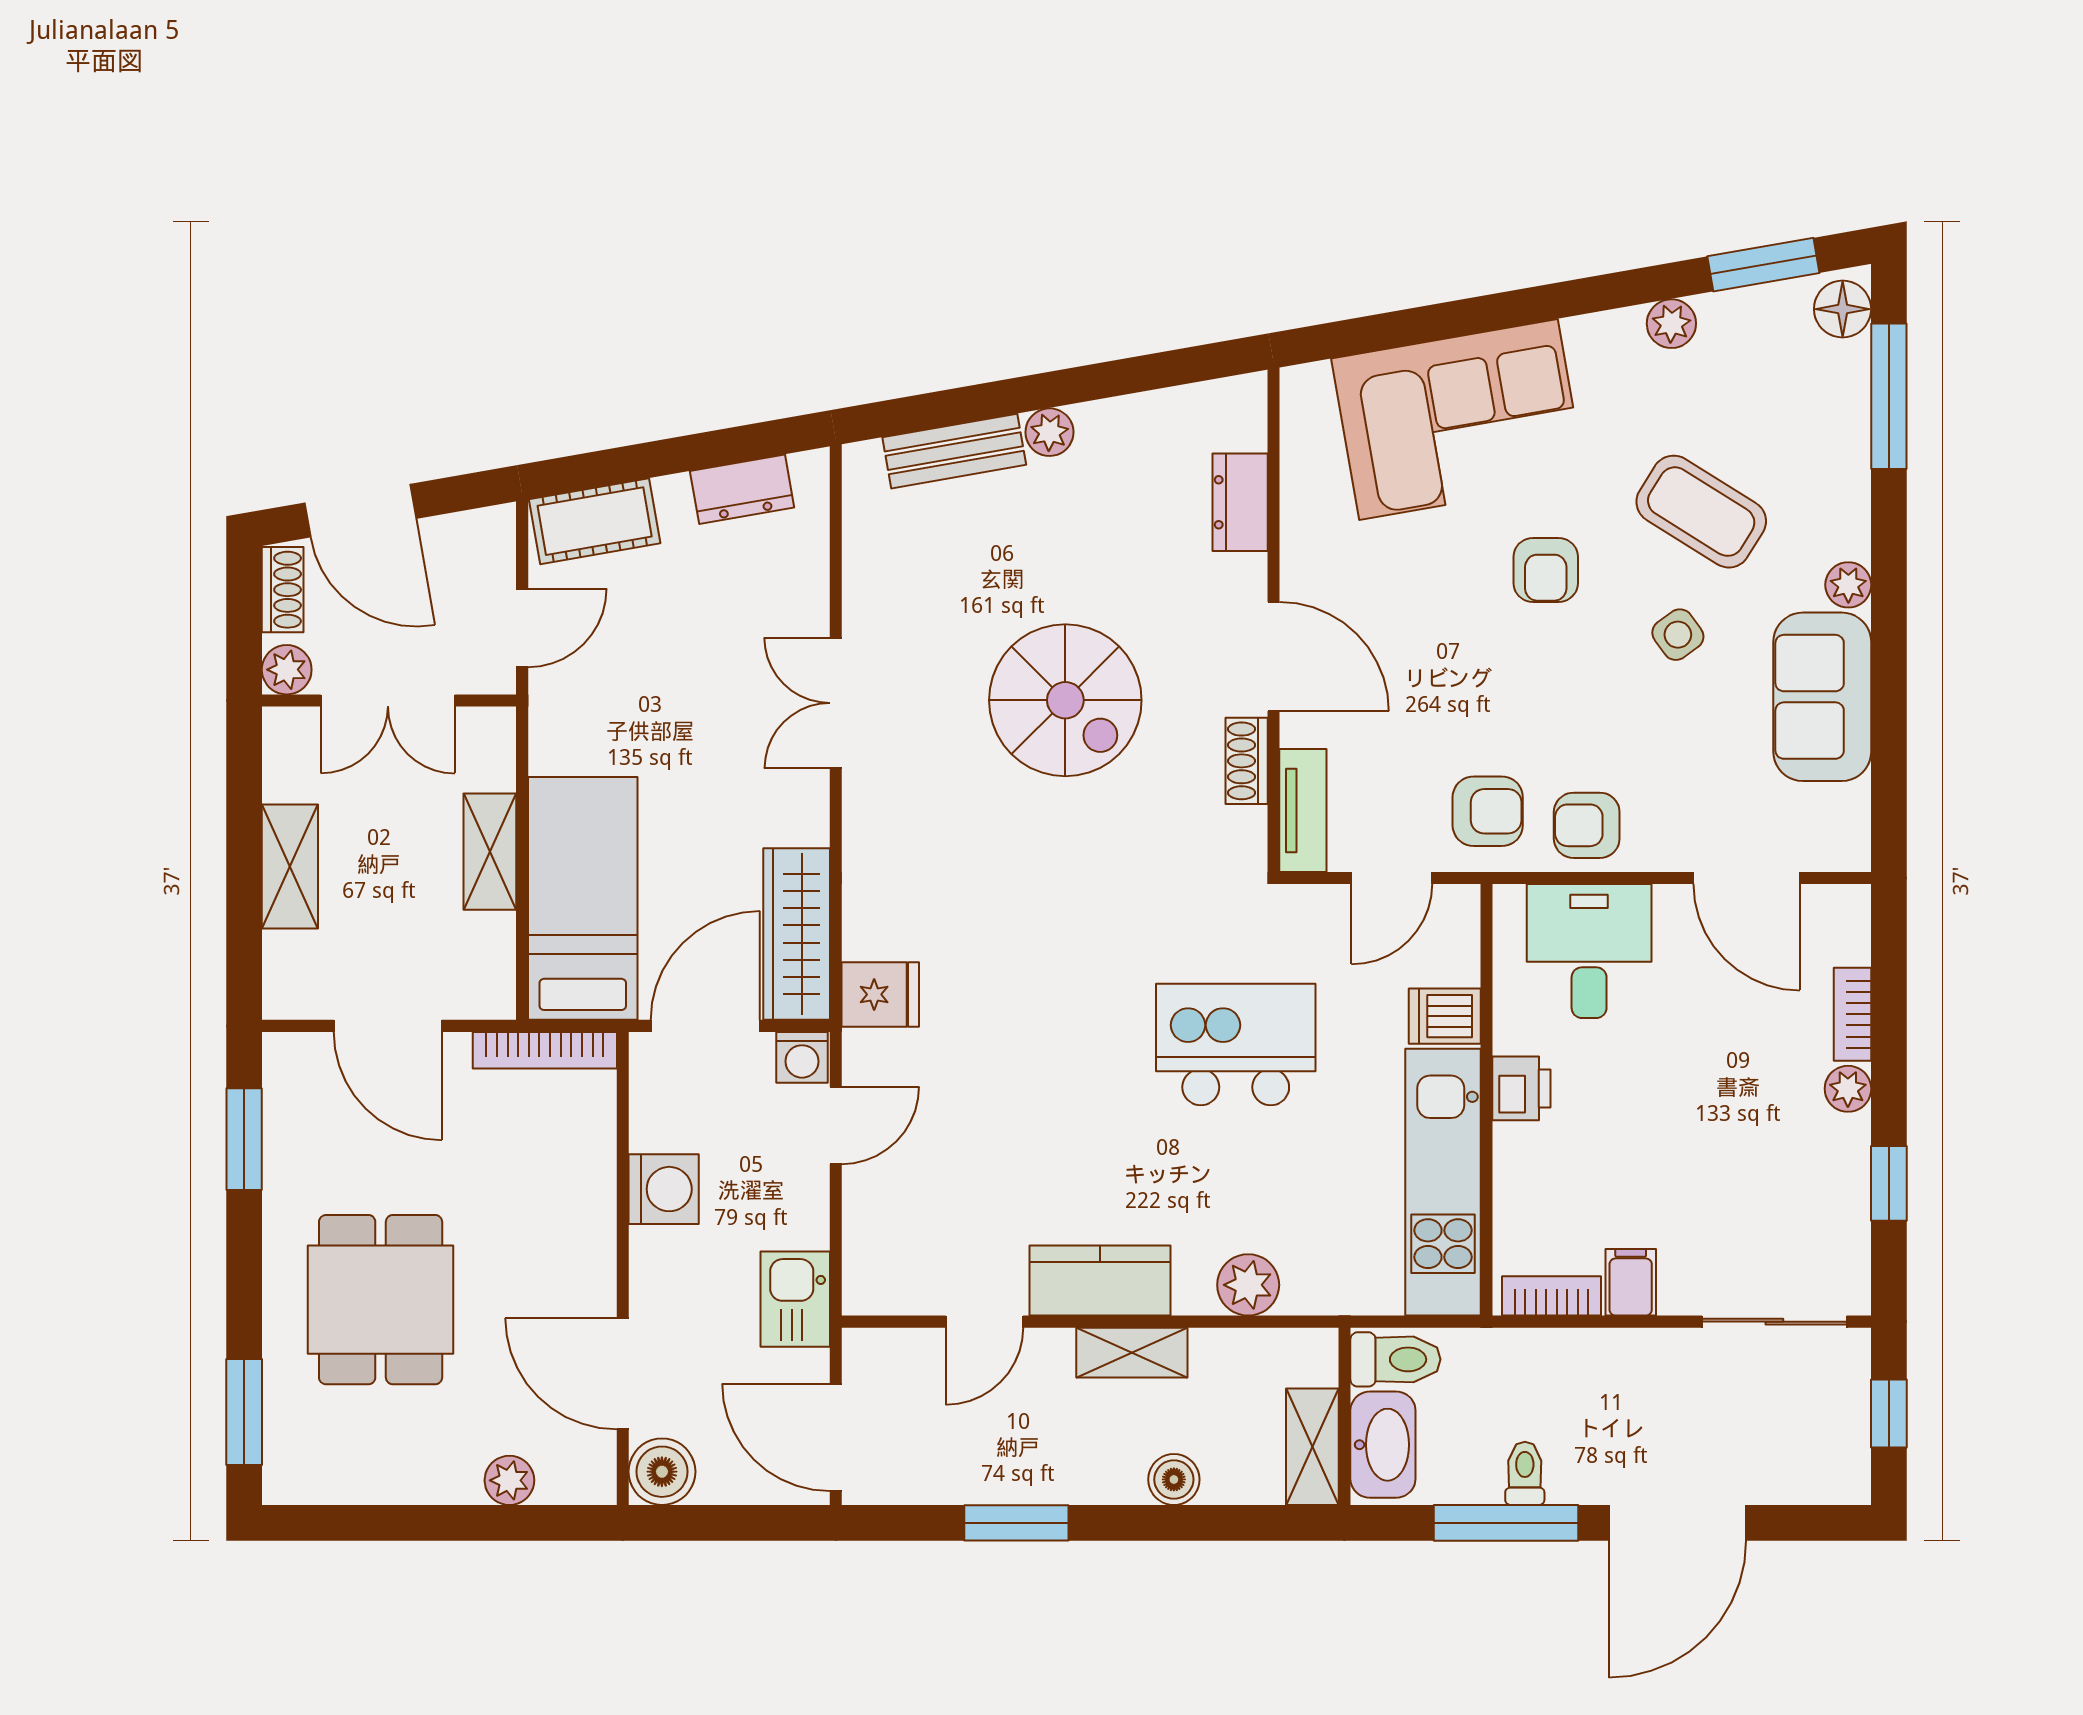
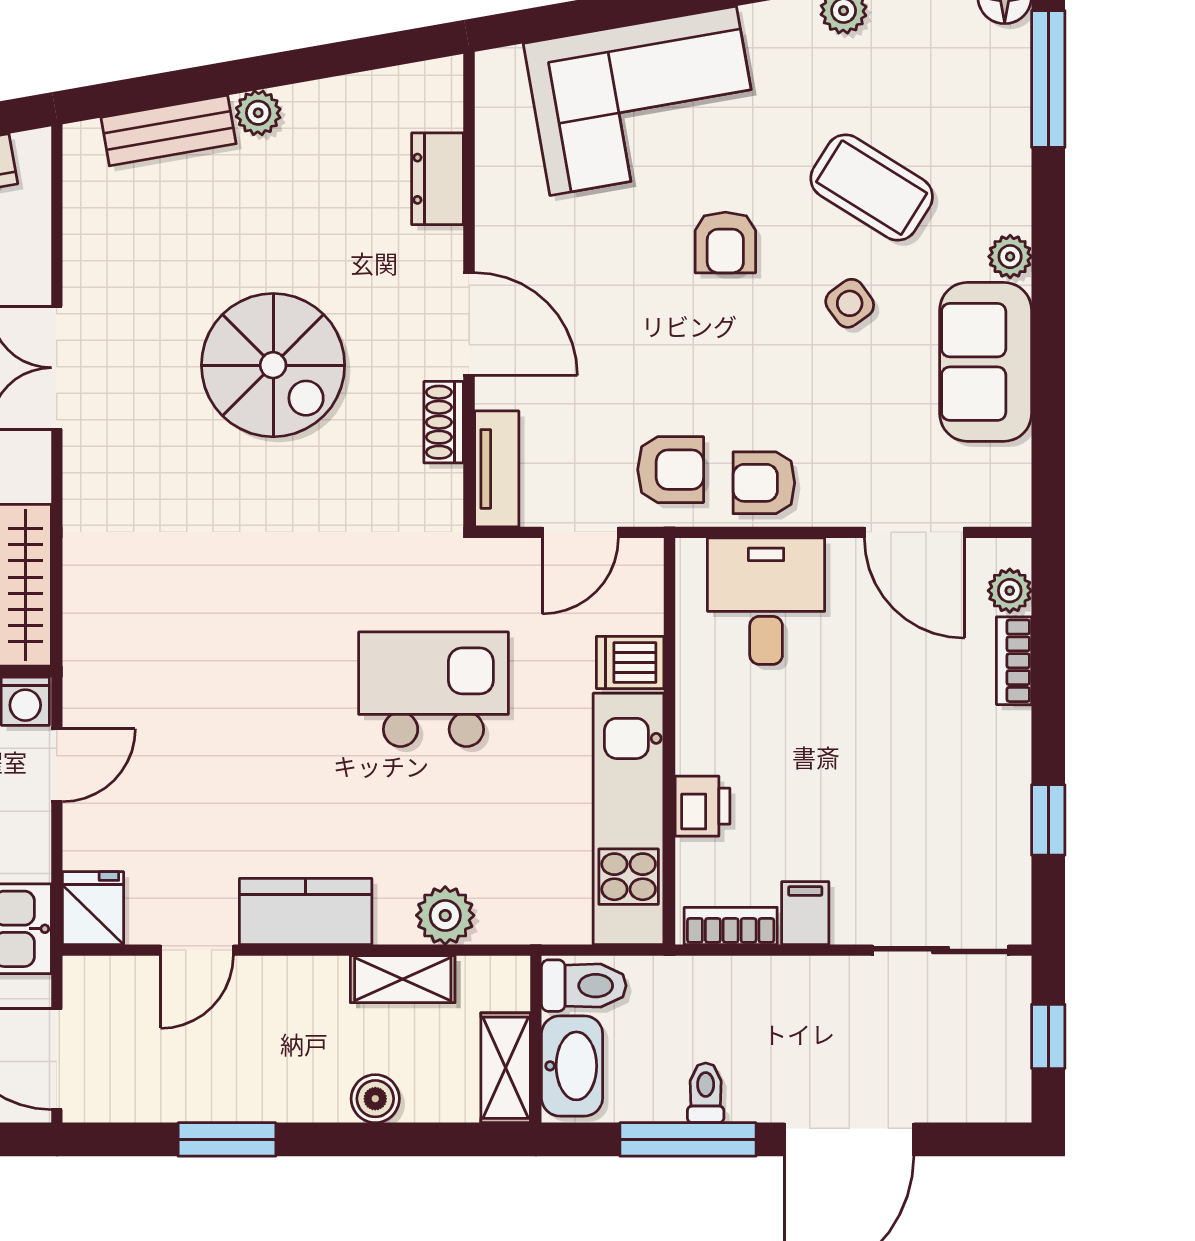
fridge: (880, 994) -> (93, 908), moved, turned -90
printer: (1521, 1088) -> (702, 806), moved
plant: (1848, 1089) -> (1010, 591), moved
shelving: (1132, 1353) -> (403, 979), moved

